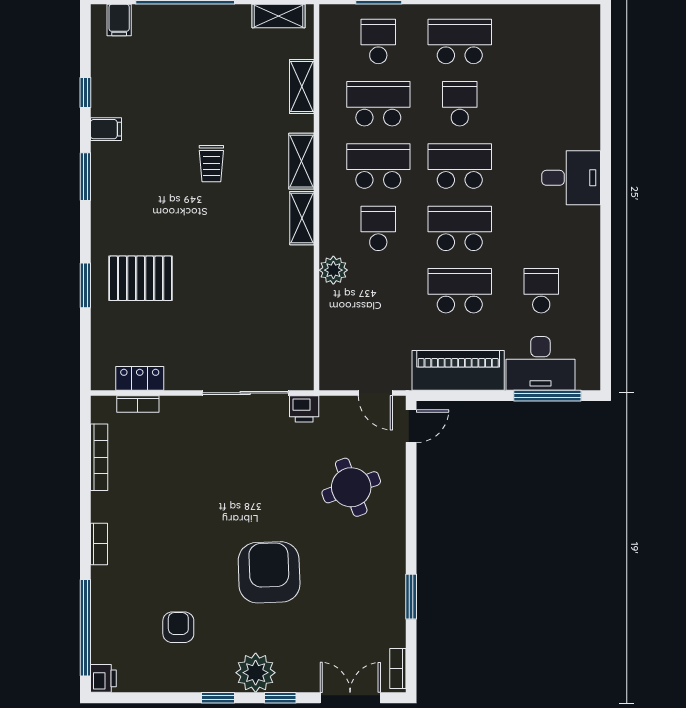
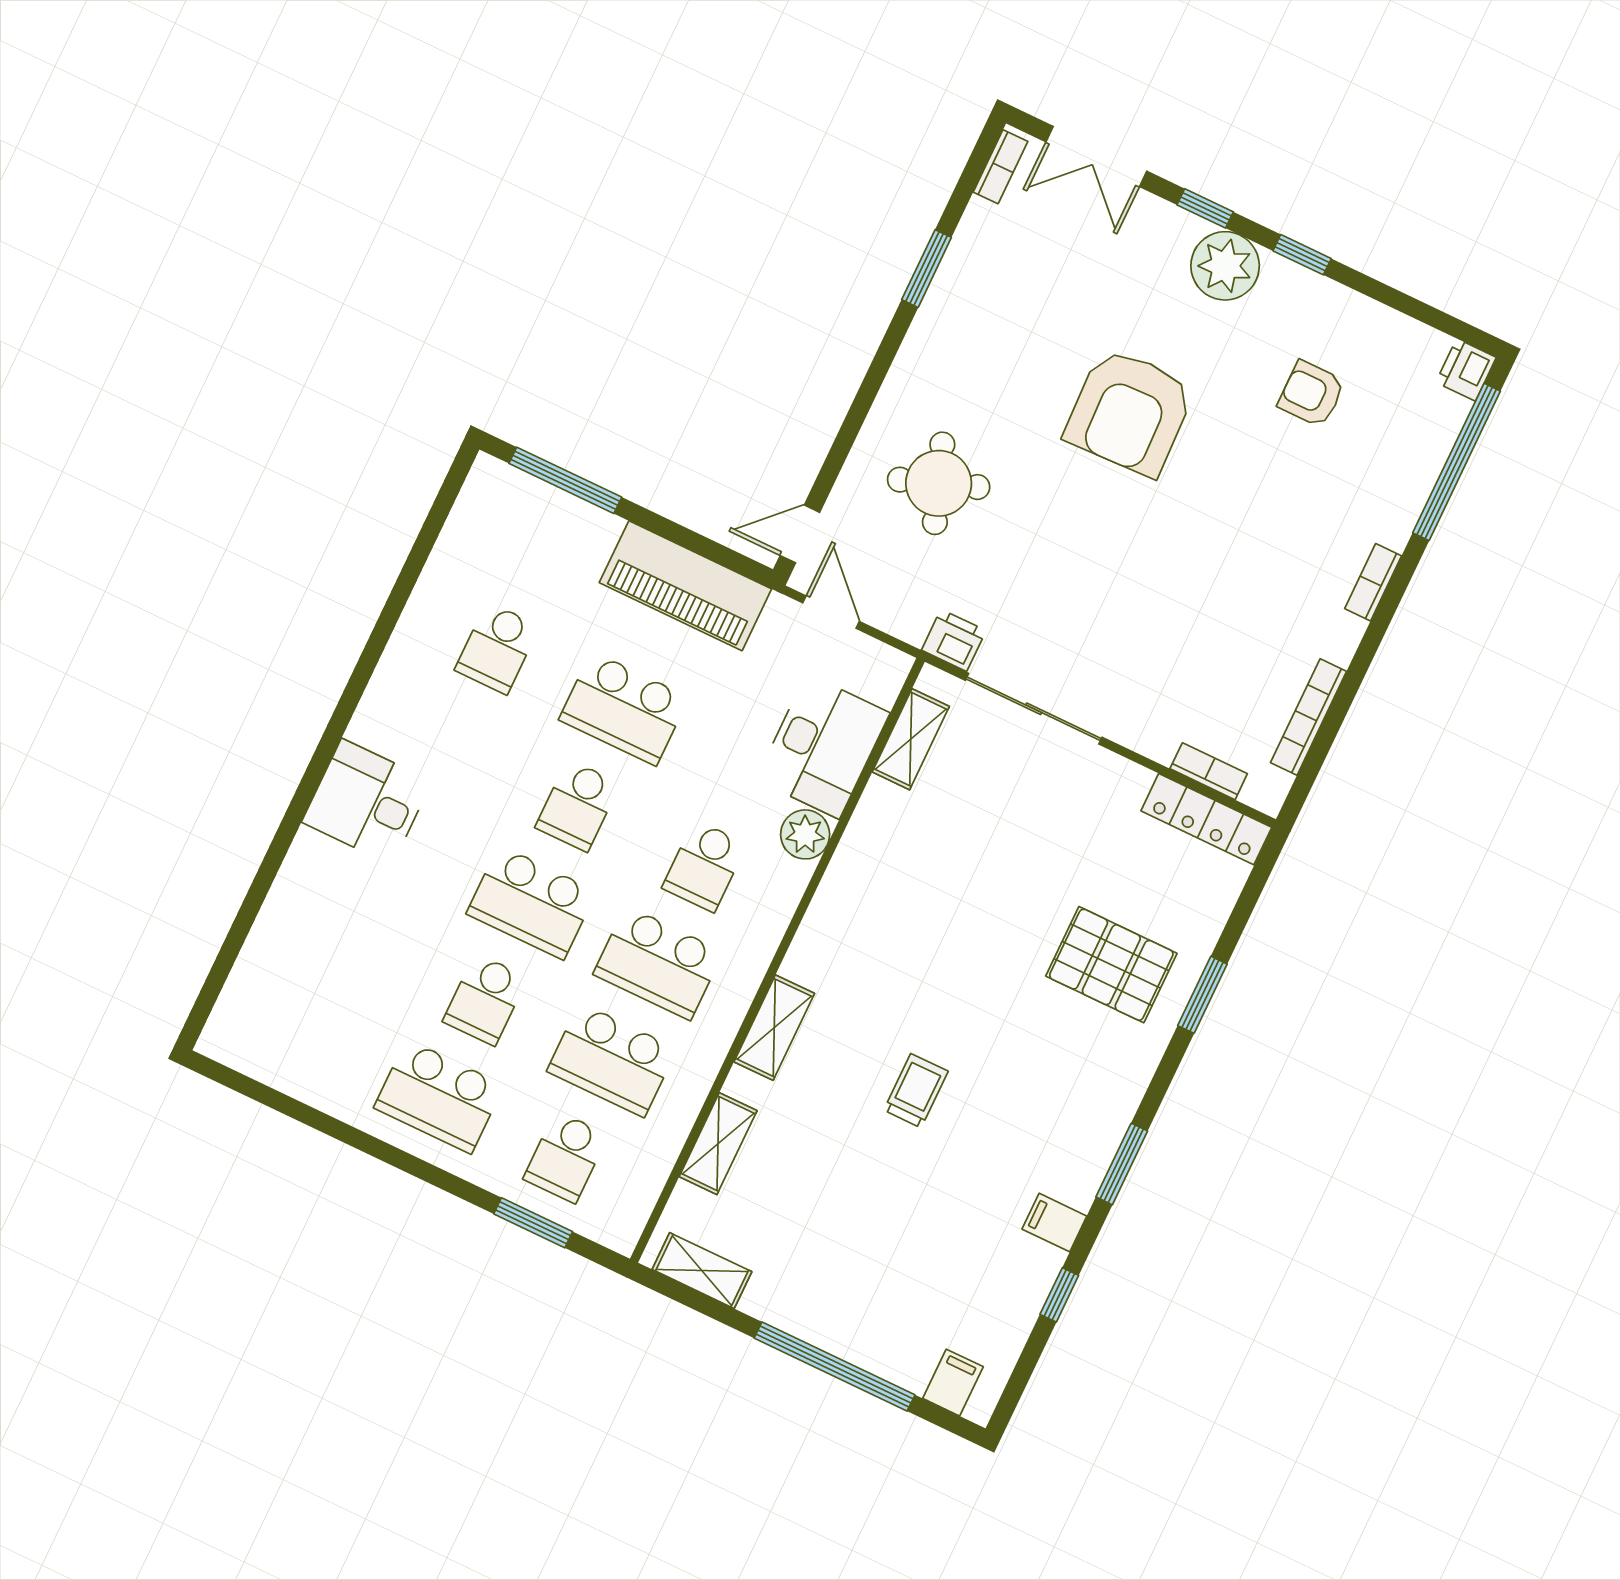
shelving: (302, 218) -> (911, 739), moved
school desk: (460, 228) -> (578, 806), width x0.54
desk: (540, 363) -> (823, 746), moved, turned 90
locker: (140, 378) -> (1206, 819), width x1.53
armchair: (178, 627) -> (1311, 394), turned 90

